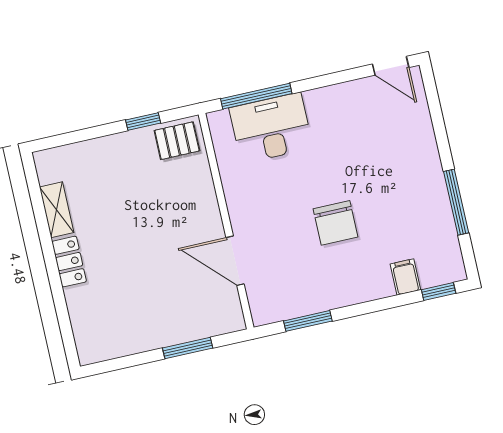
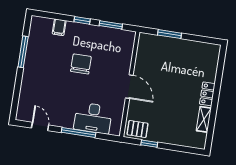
door: (391, 66) -> (40, 127), moved
window: (256, 96) -> (79, 133), moved
door: (235, 261) -> (129, 87), moved
window: (439, 291) -> (82, 20), moved

